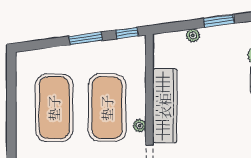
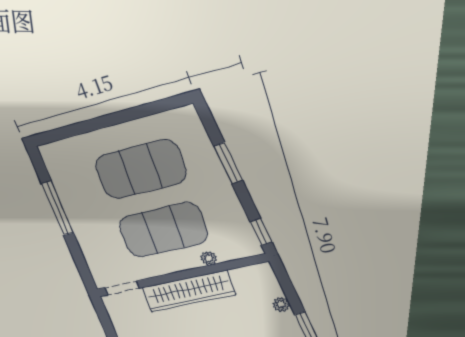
window: (86, 38) -> (228, 163), moved
plant: (139, 126) -> (209, 258), moved

